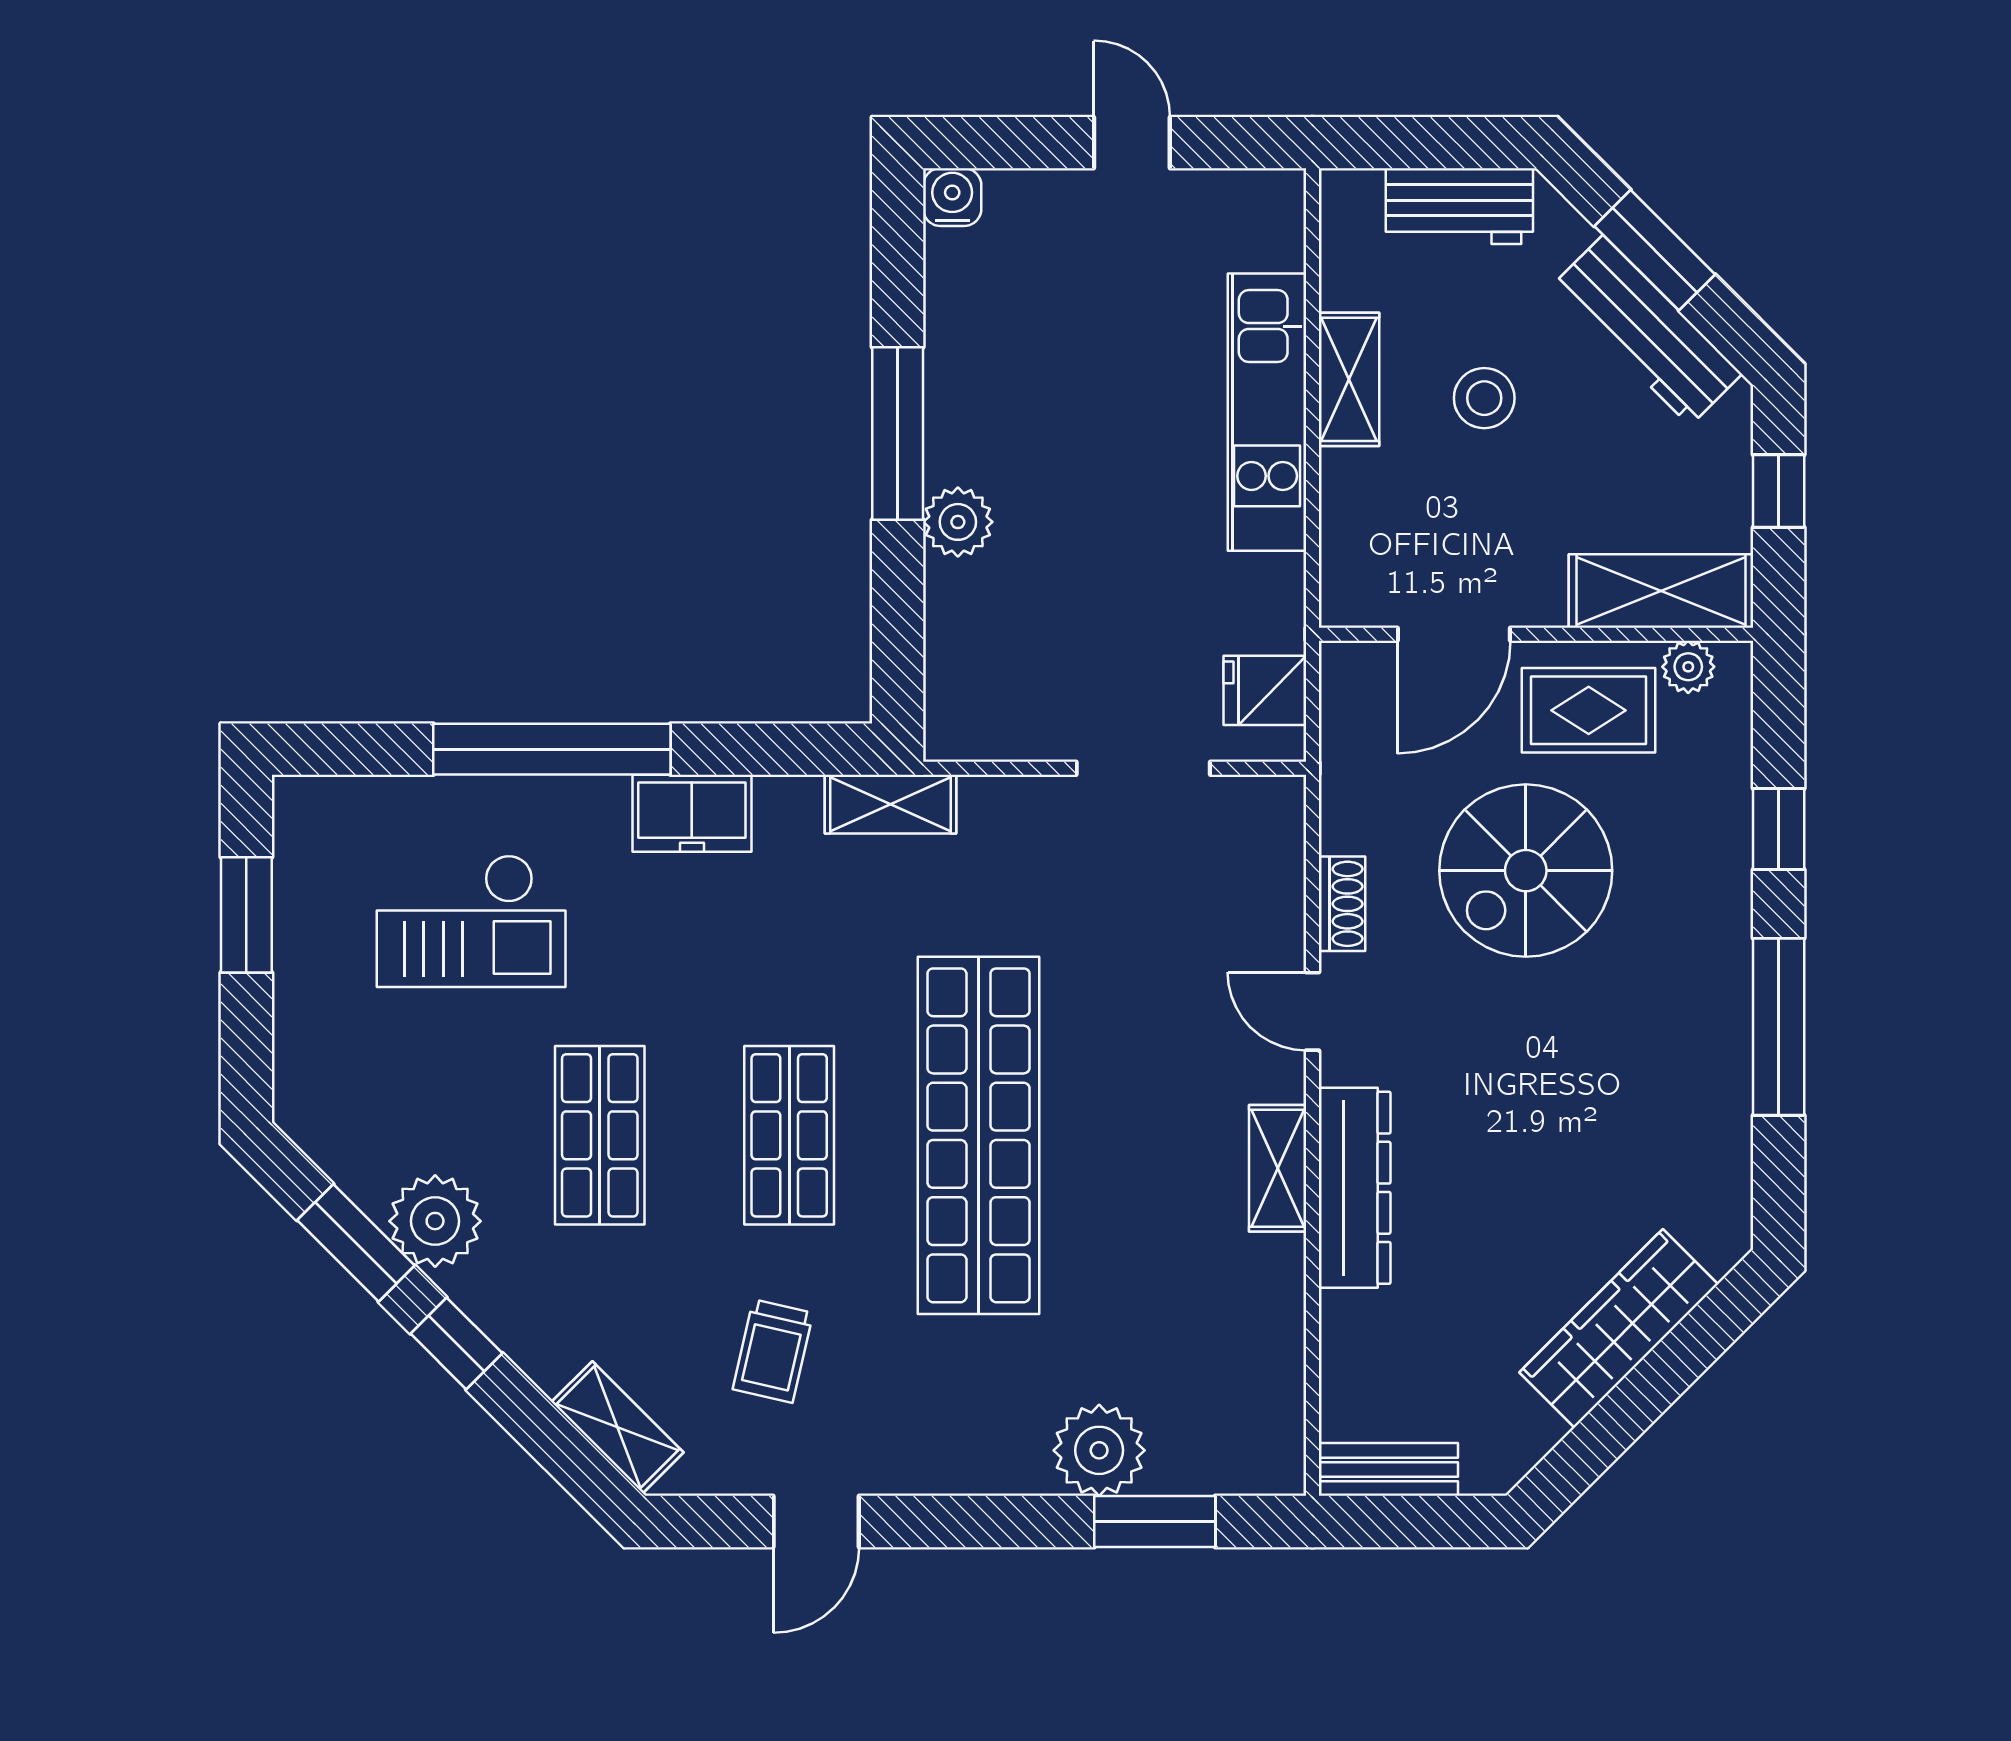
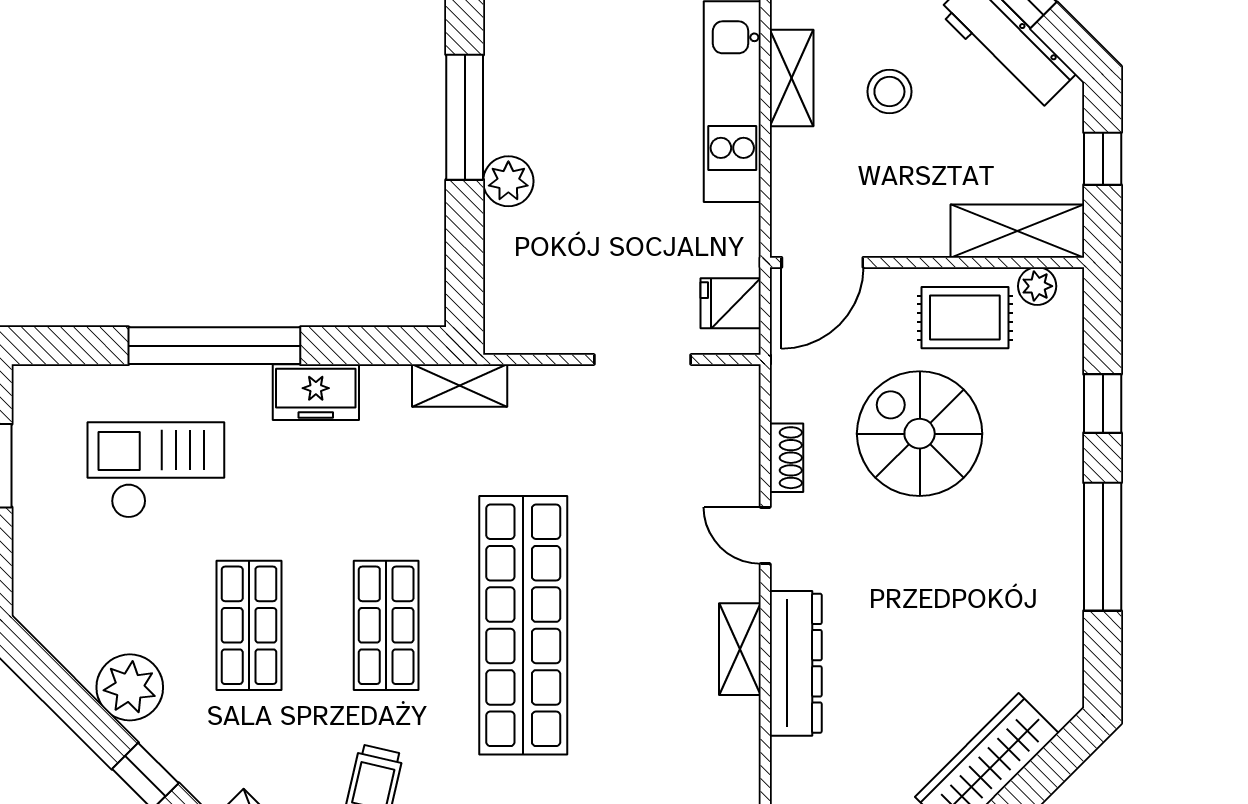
door: (1454, 634) -> (822, 262), moved
spiral stairs: (1526, 871) -> (920, 434), turned 90
checkout: (471, 921) -> (156, 470), turned 180
window: (356, 1243) -> (72, 703), removed

